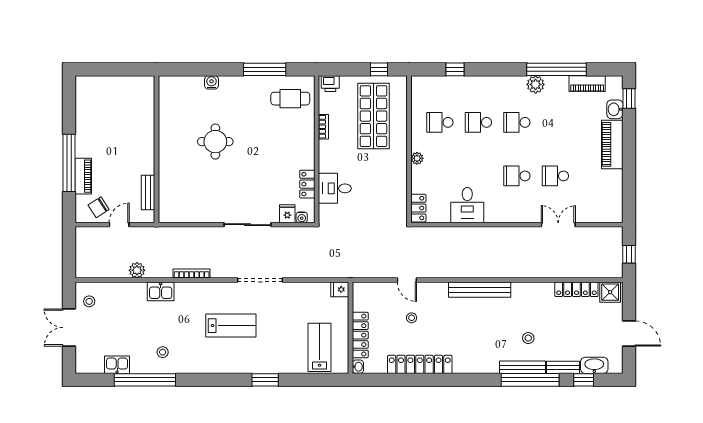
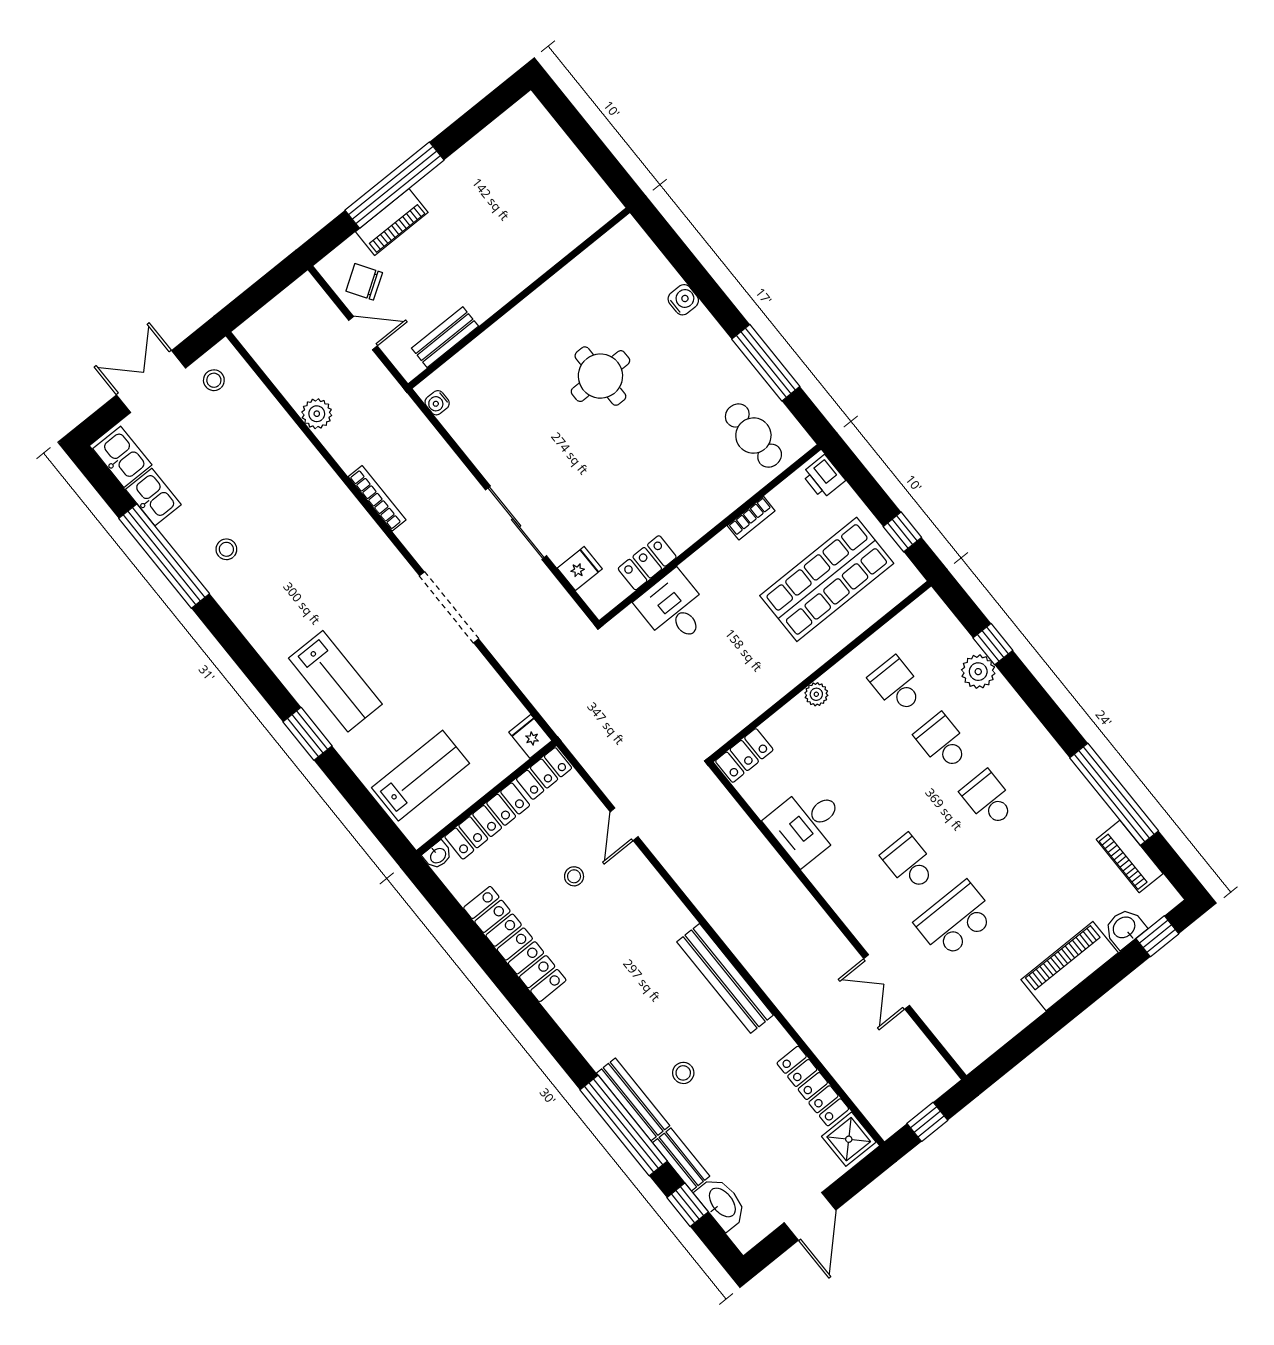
plant: (536, 84) -> (978, 672), moved
school desk: (555, 176) -> (955, 920), width x1.85
water cooler: (302, 217) -> (437, 403), moved
double door: (558, 225) -> (887, 982), swing flipped
bench: (480, 290) -> (725, 978), moved
kitchen sink: (161, 291) -> (122, 457), moved, turned 180
locker: (360, 296) -> (544, 773), added
lab bench: (231, 326) -> (335, 681), moved

